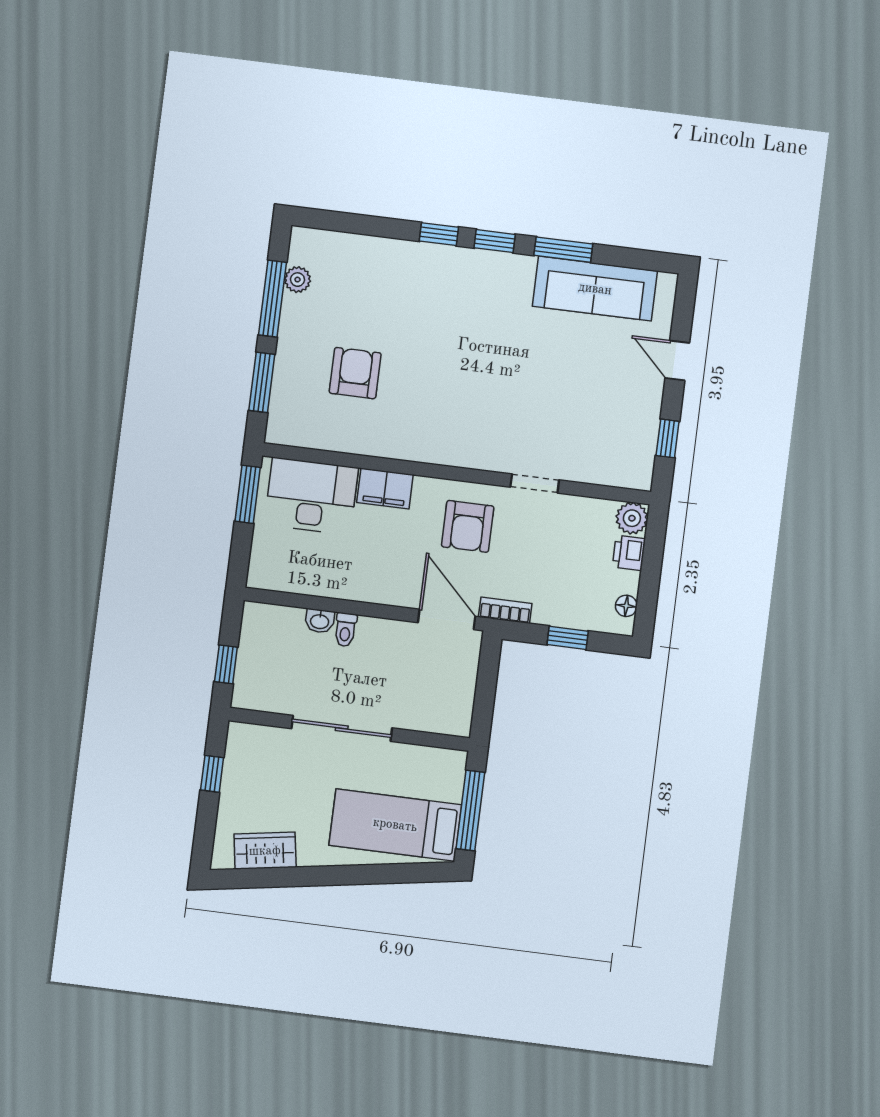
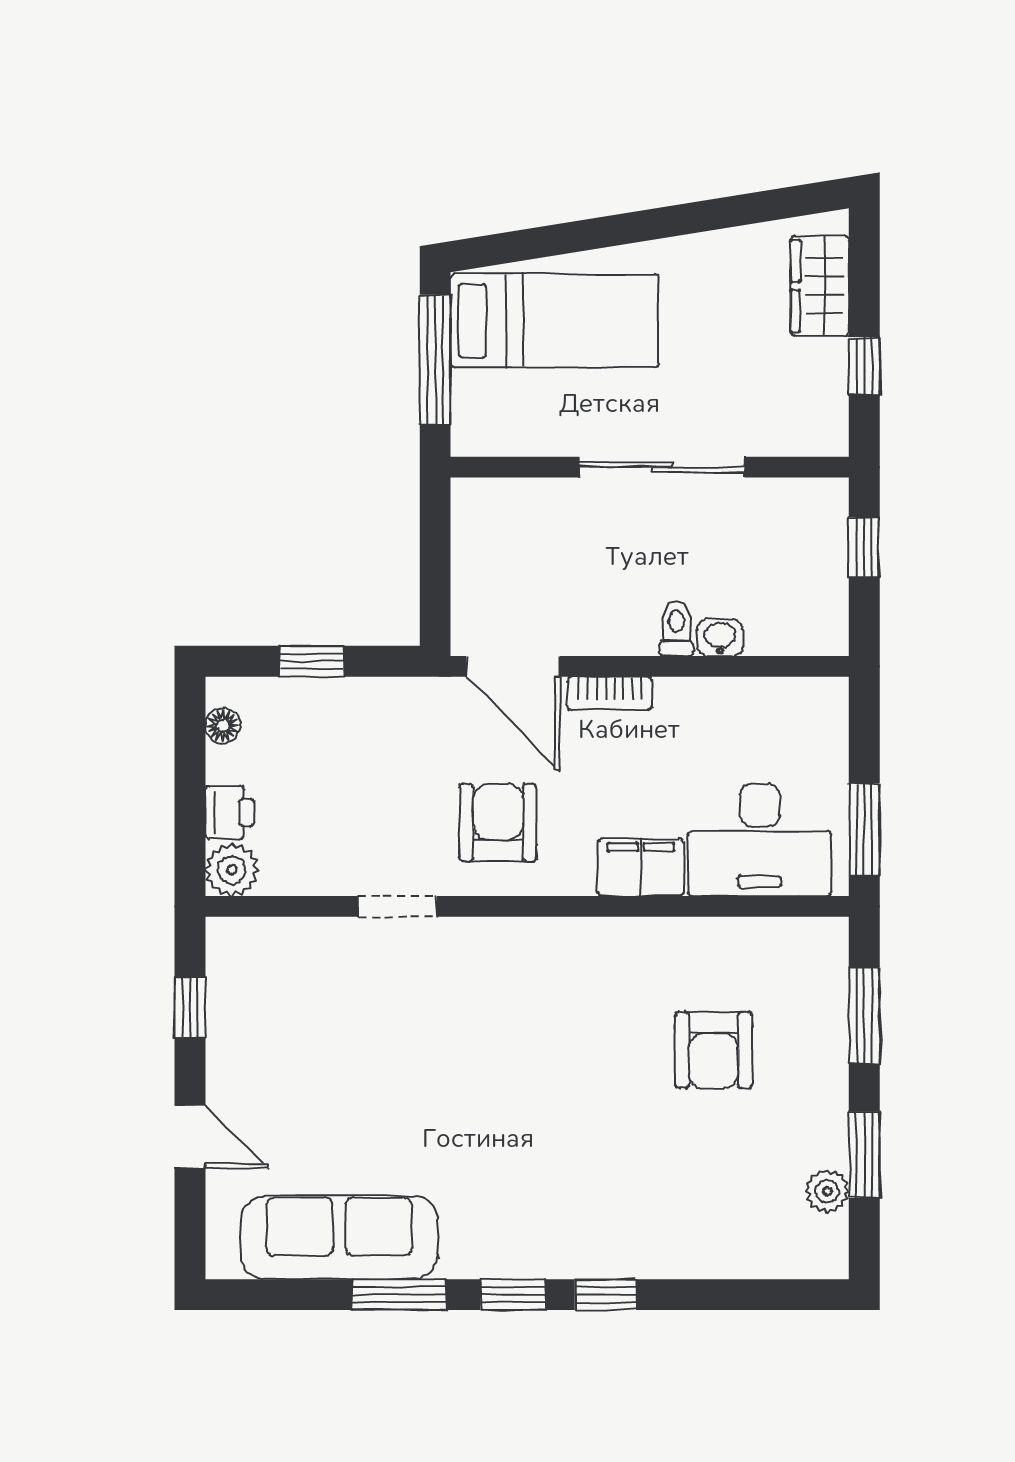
window: (272, 299) -> (864, 1155), width x0.69
bookcase: (505, 610) -> (610, 693), moved
wardrobe: (265, 851) -> (820, 286), moved, turned 99

